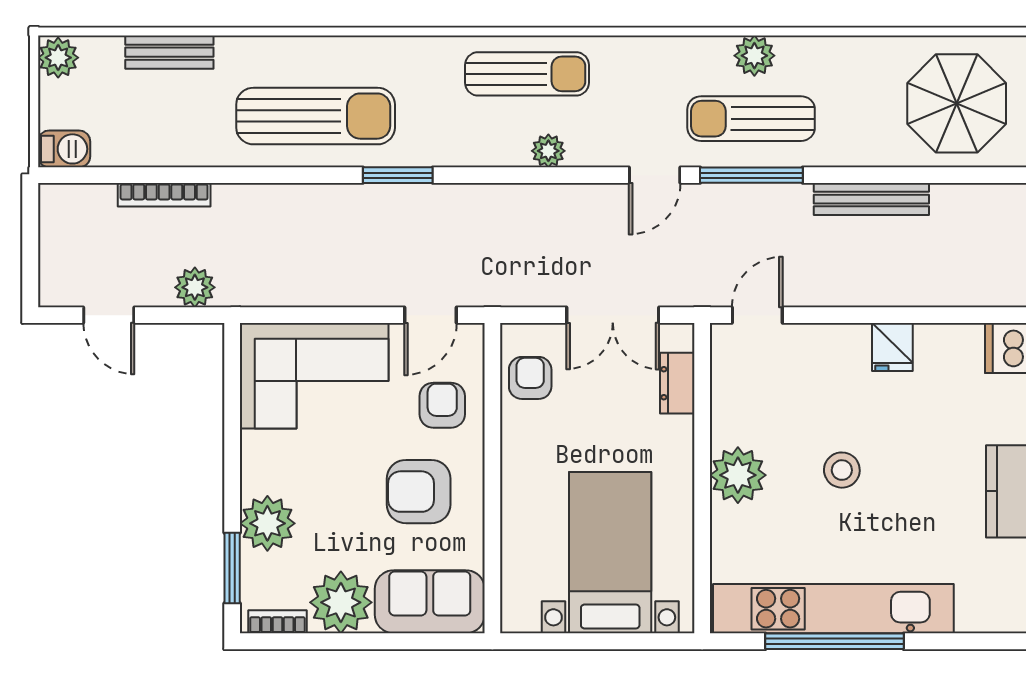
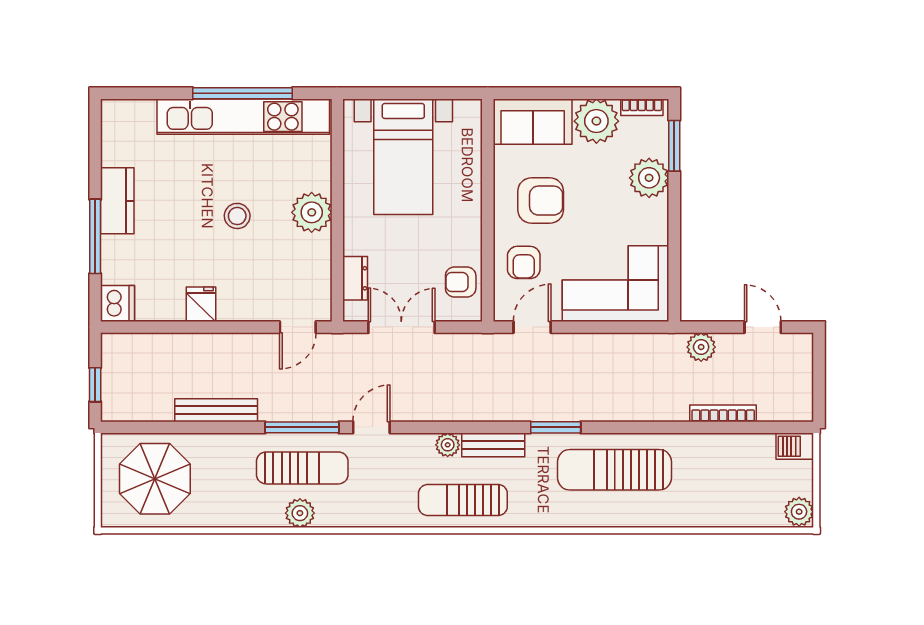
bench: (169, 52) -> (493, 445), moved
armchair: (530, 378) -> (461, 282), turned 90

